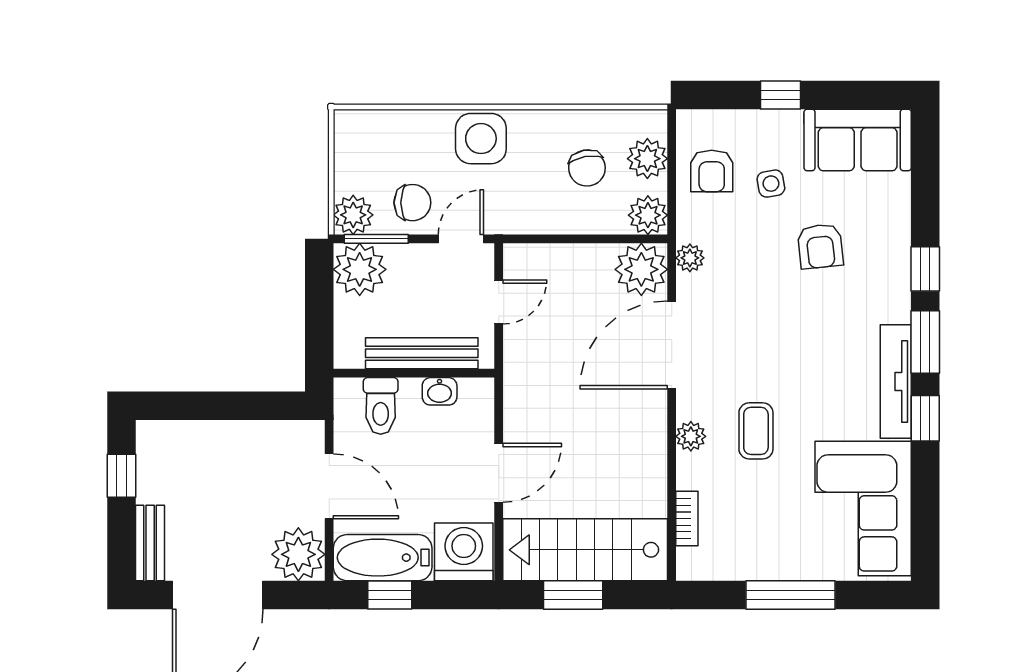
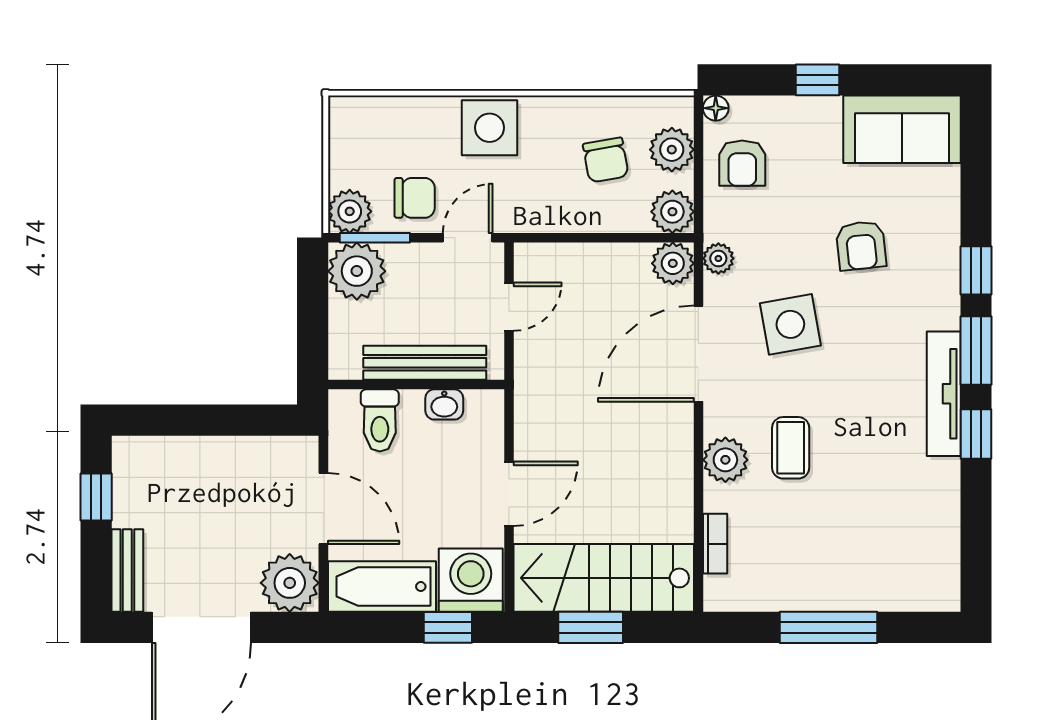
floor lamp: (688, 121) -> (716, 108), added
side table: (771, 184) -> (790, 324), moved, width x1.87, depth x1.87
plant: (641, 269) -> (673, 263), width x0.73, depth x0.73
plant: (691, 436) -> (725, 460), width x1.38, depth x1.38
corner sofa: (863, 509) -> (908, 533), removed
window: (390, 595) -> (448, 627), moved

